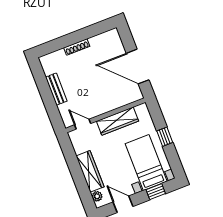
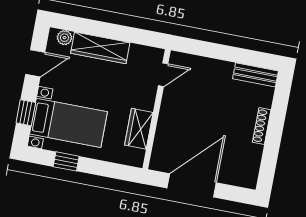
bench: (56, 89) -> (255, 75), moved
wardrobe: (117, 121) -> (139, 129), width x0.67
window: (165, 137) -> (66, 161), moved

